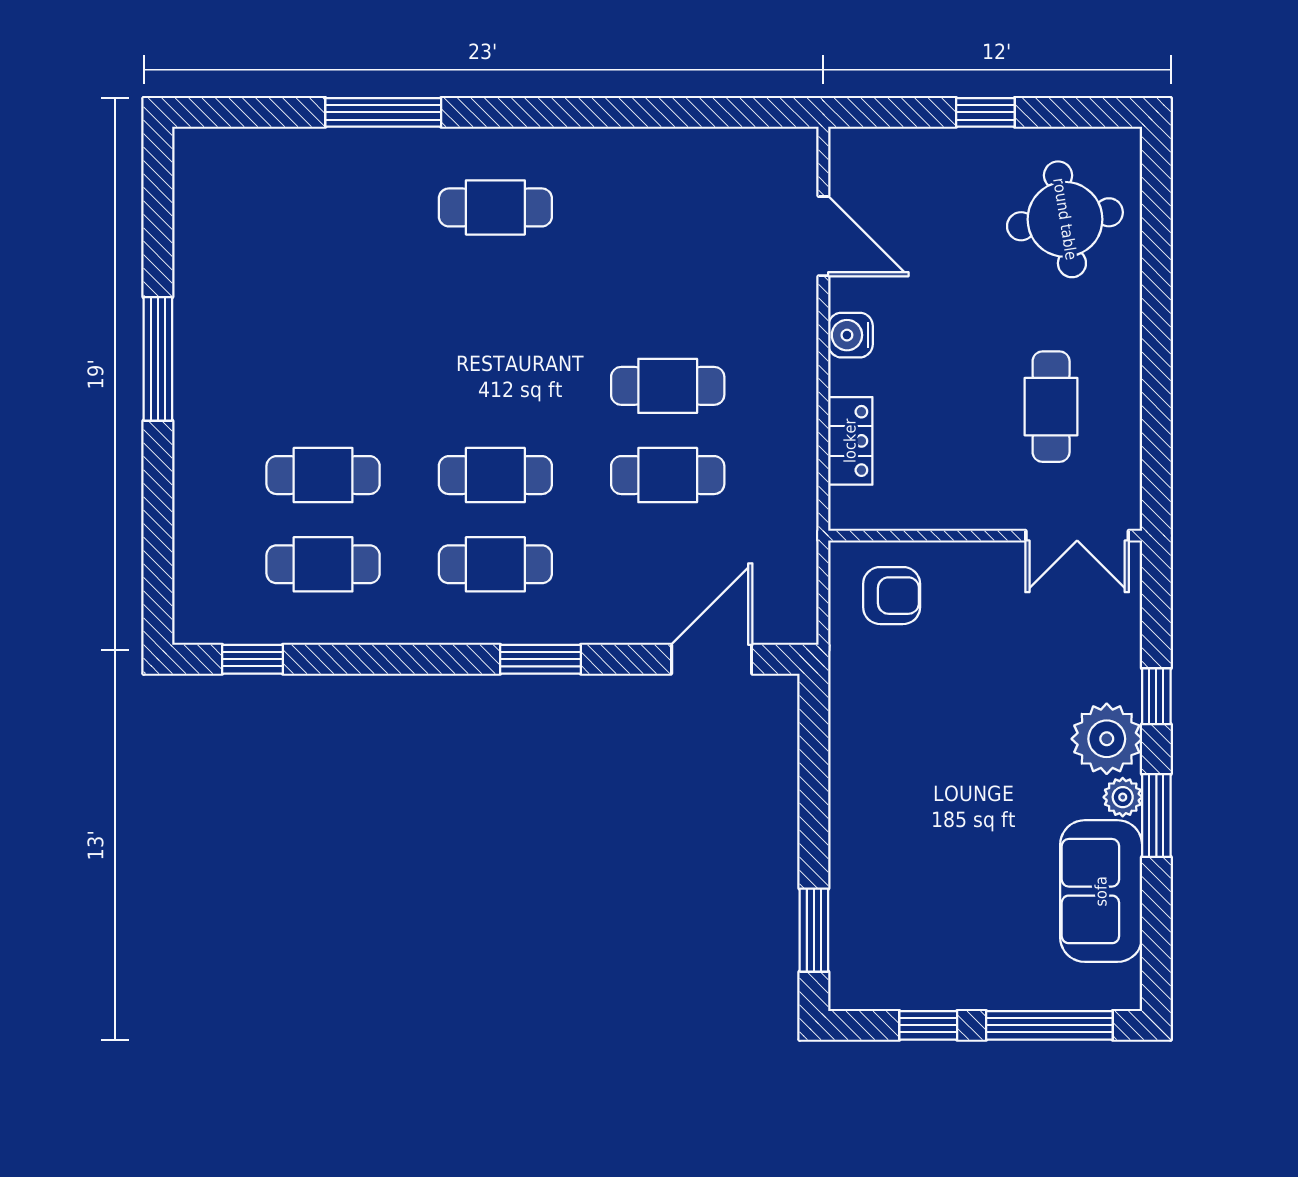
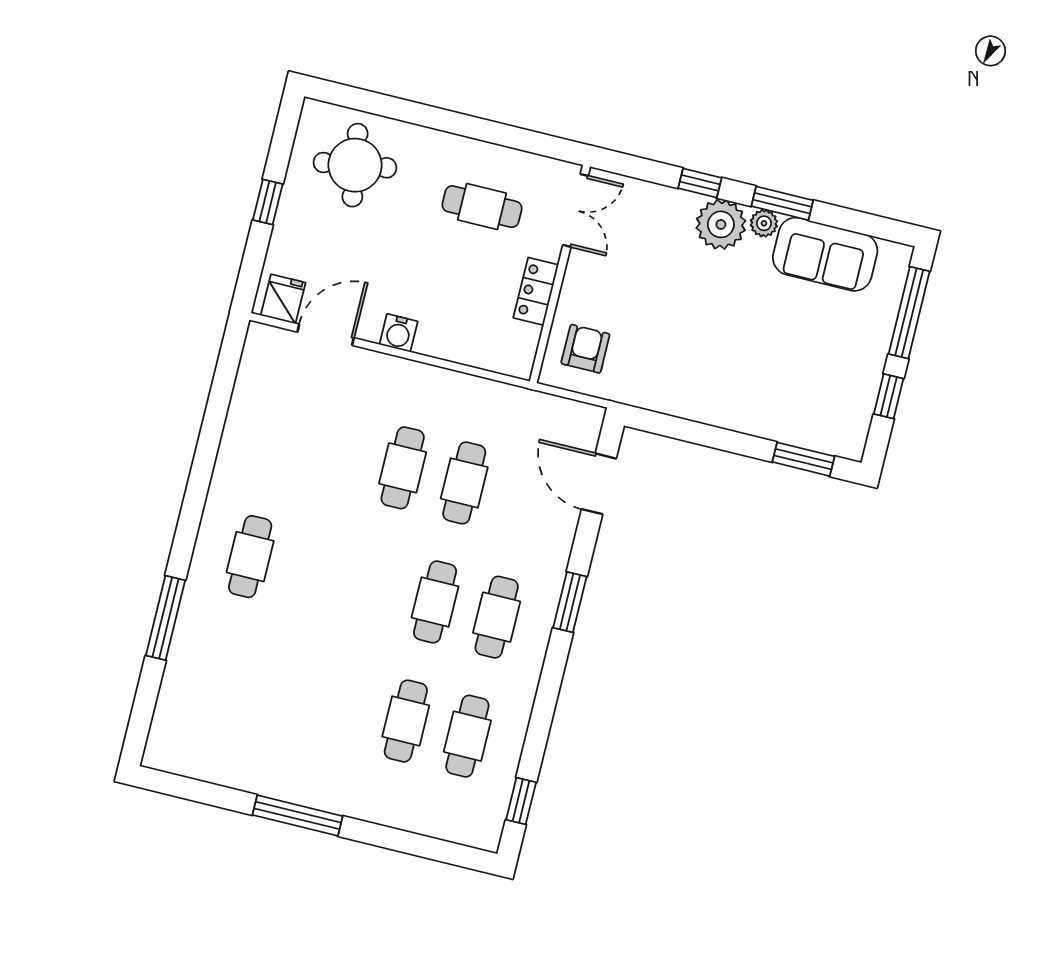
fridge: (858, 166) -> (283, 299), added
locker: (850, 441) -> (536, 291), moved, turned -90

